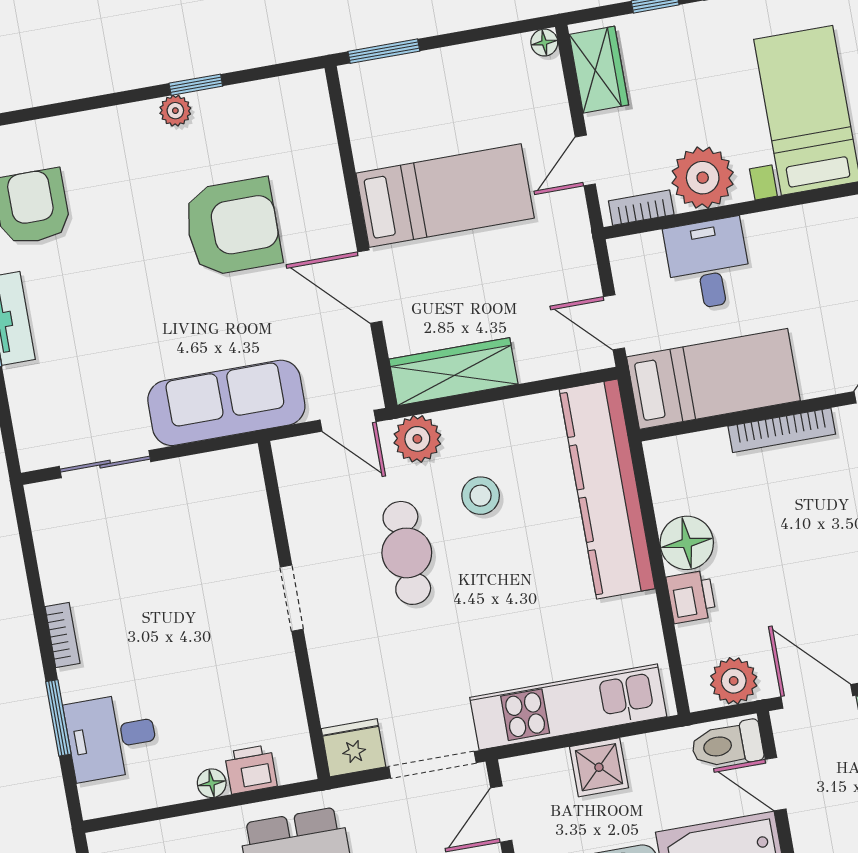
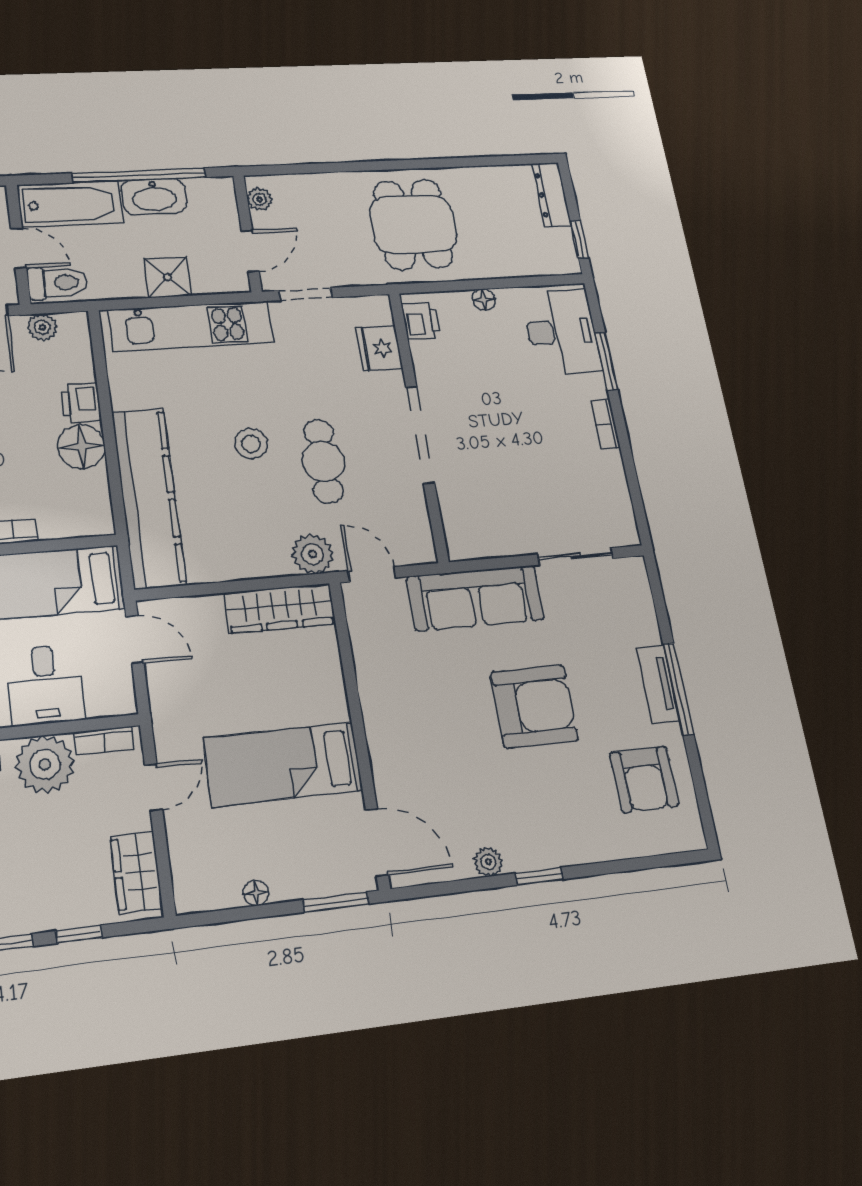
floor lamp: (544, 43) -> (256, 893), moved
window: (196, 85) -> (539, 876), moved
plant: (175, 111) -> (488, 862), moved
armchair: (232, 227) -> (534, 706), moved, turned 180
door: (370, 287) -> (377, 842), moved
stool: (481, 496) -> (251, 444), moved
doorway: (292, 598) -> (420, 434), width x1.88
plant: (734, 681) -> (42, 327), width x0.73, depth x0.73
desk: (112, 737) -> (562, 332), width x1.37
fridge: (353, 748) -> (379, 348), moved, turned 90
doorway: (432, 765) -> (306, 294), width x0.73
printer: (251, 769) -> (421, 321), moved, turned -90

